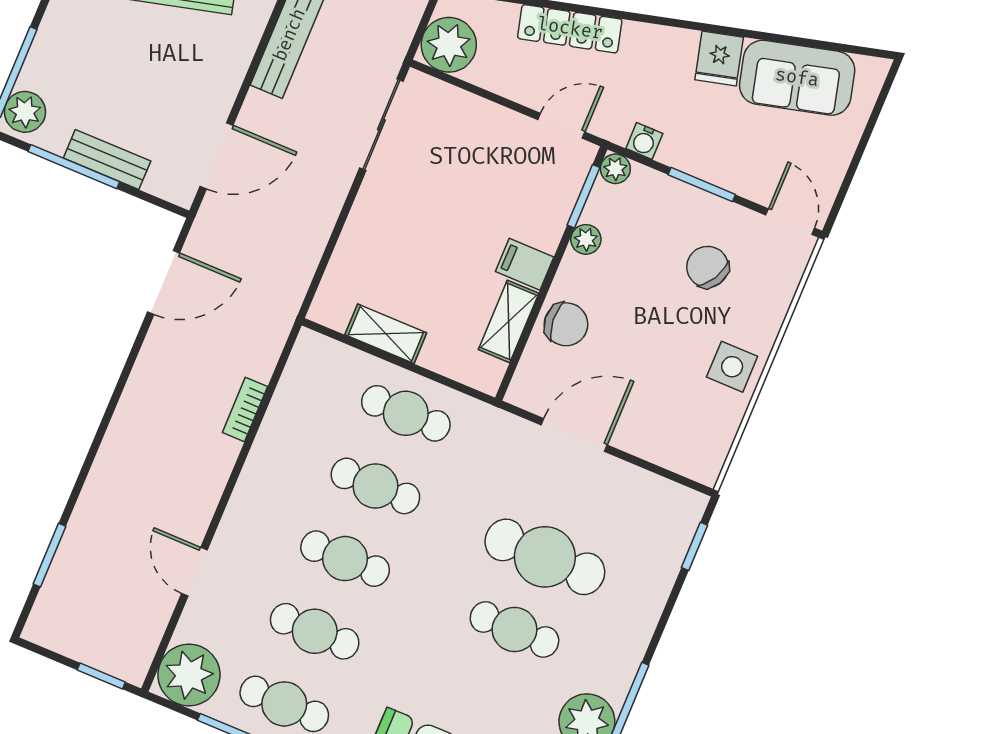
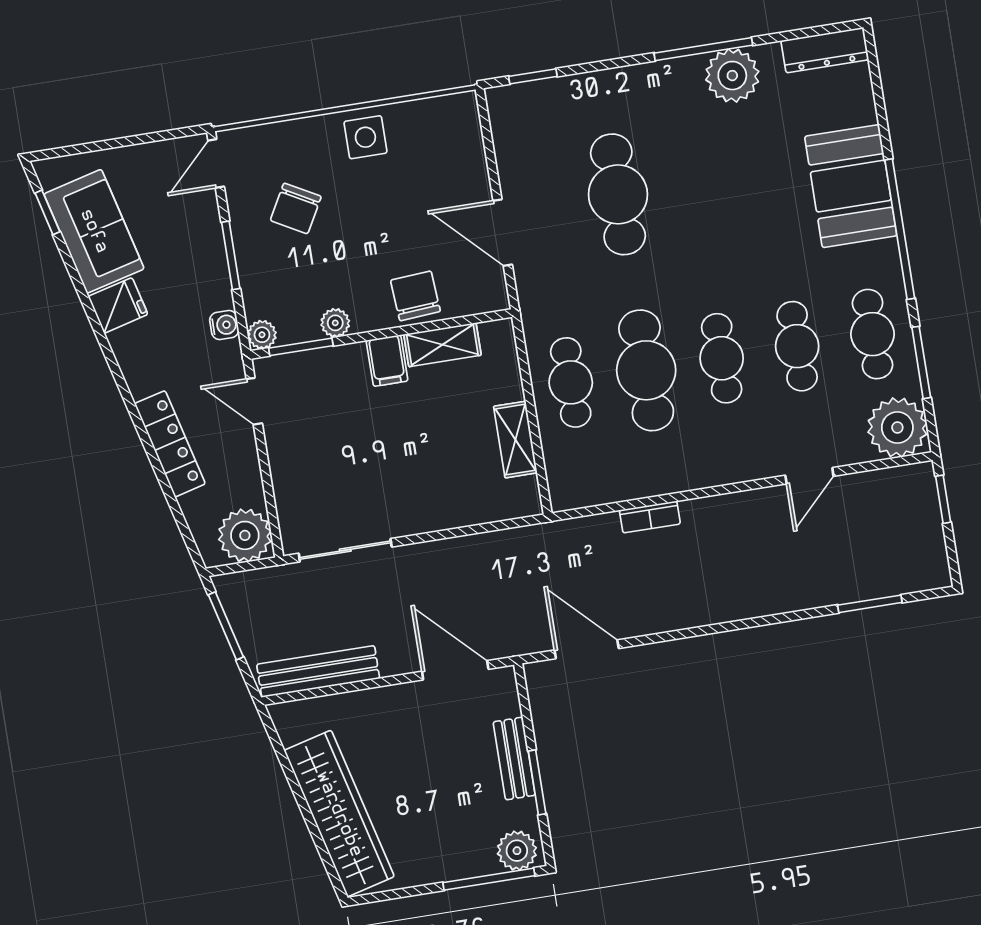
window: (839, 47) -> (47, 212), added
window: (74, 167) -> (537, 782), width x0.69
cafe table: (375, 486) -> (646, 370), width x1.37, depth x1.35
cafe table: (514, 629) -> (693, 182), removed

